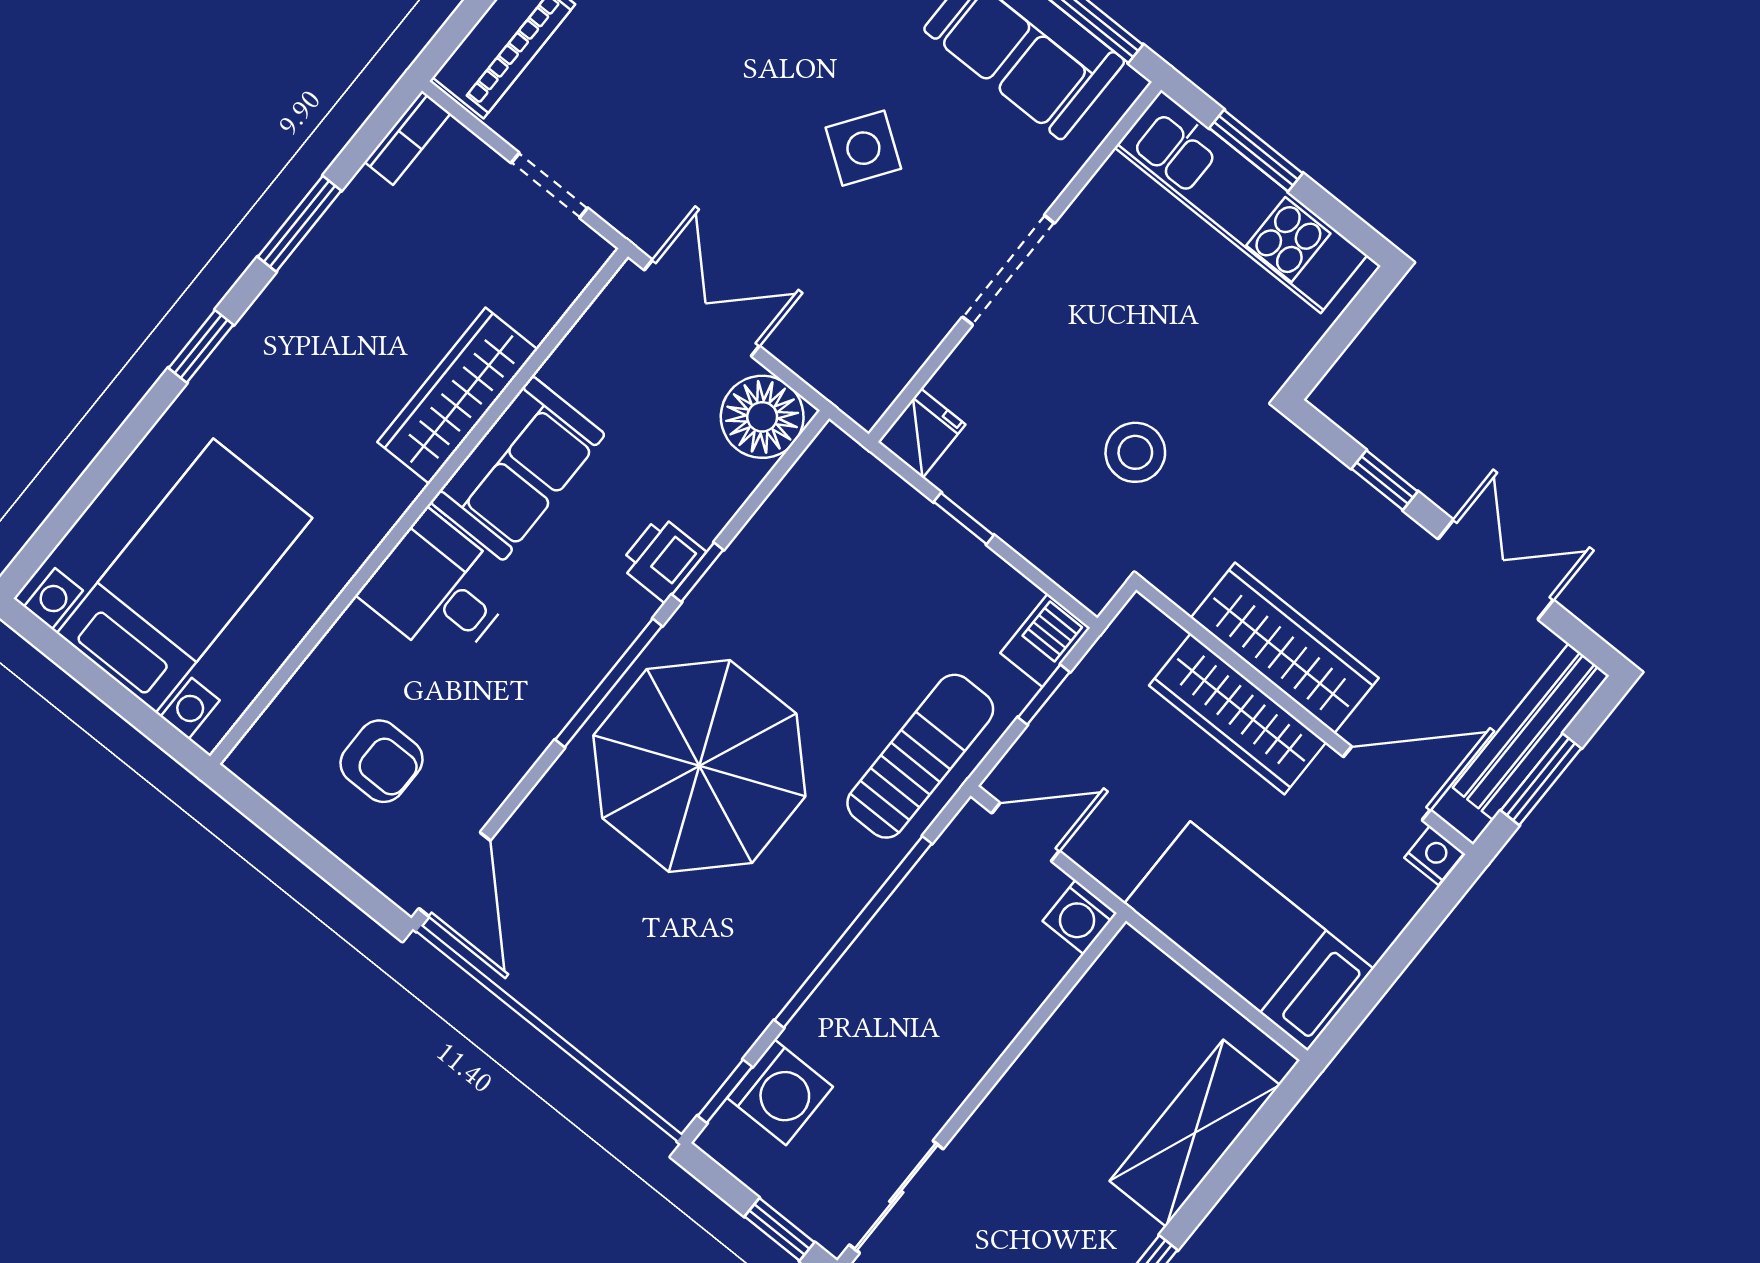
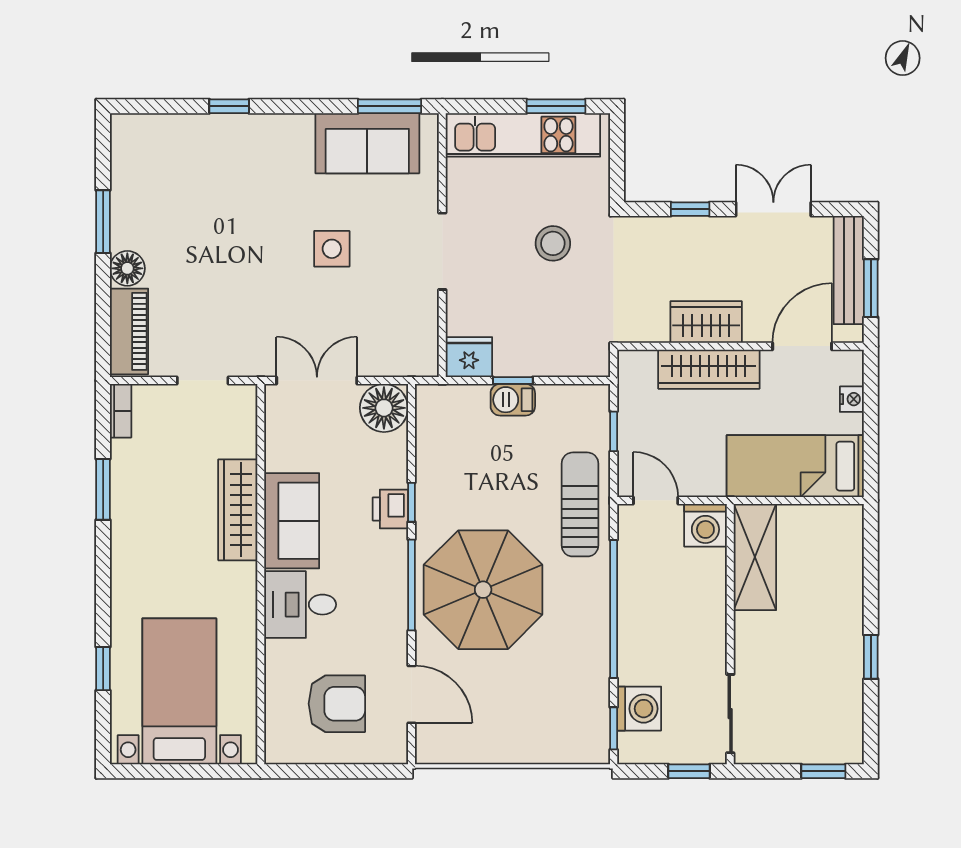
side table: (863, 148) -> (332, 249), turned -35
window: (1256, 151) -> (556, 106), moved
window: (201, 346) -> (103, 669), moved
fridge: (922, 433) -> (469, 357), width x1.38
stool: (1135, 452) -> (553, 243), moved
barbecue: (1045, 640) -> (513, 400), moved, turned -90
wardrobe: (1285, 648) -> (706, 322), width x0.67
armchair: (382, 761) -> (337, 704), width x1.38, depth x1.38
door: (1026, 832) -> (656, 500), hinge flipped
nightstand: (1434, 855) -> (852, 399), moved, turned 90
door: (455, 874) -> (411, 694), moved
washing machine: (1080, 917) -> (705, 525), width x1.38, depth x1.38
shelving: (1195, 1133) -> (755, 557), moved

